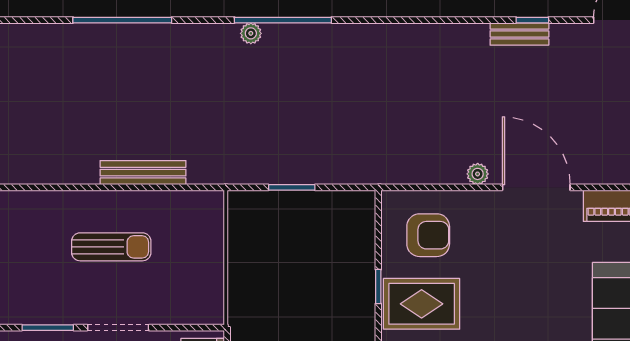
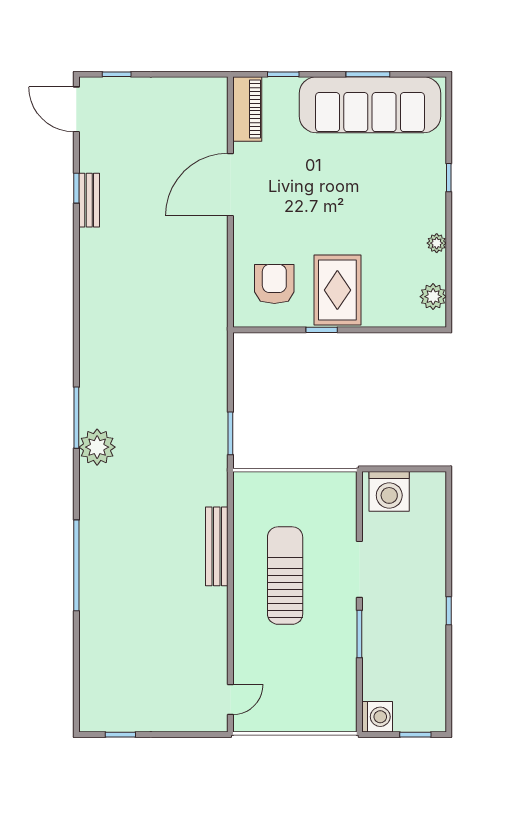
window: (283, 20) -> (76, 418), width x0.68
plant: (251, 33) -> (97, 447), width x1.87, depth x1.87
plant: (478, 174) -> (218, 239), removed
window: (292, 187) -> (230, 433), moved
sun lounger: (111, 247) -> (285, 576), width x1.36, depth x1.34

